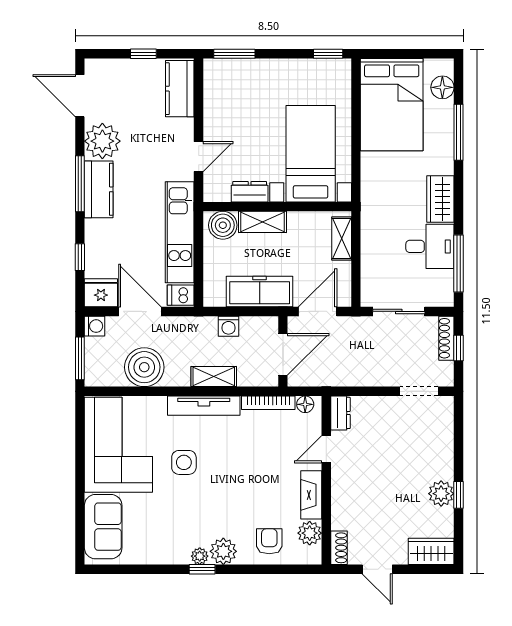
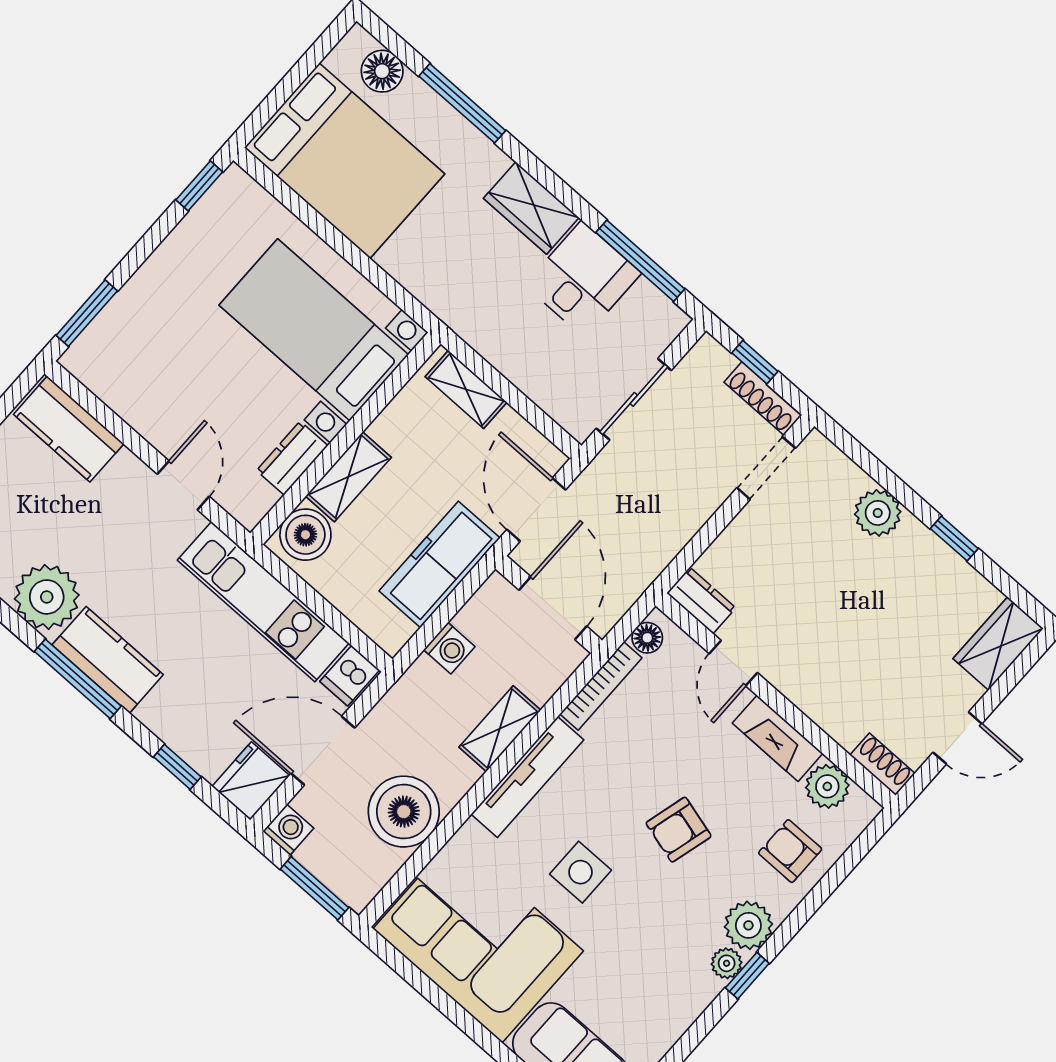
shoe rack: (446, 338) -> (763, 399), moved
armchair: (237, 487) -> (679, 830), added
plant: (441, 494) -> (878, 513), moved

